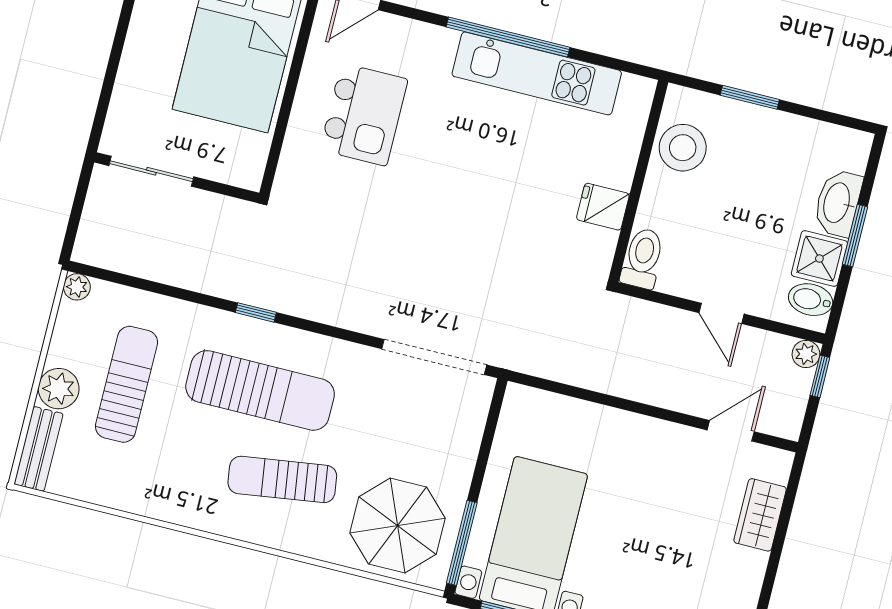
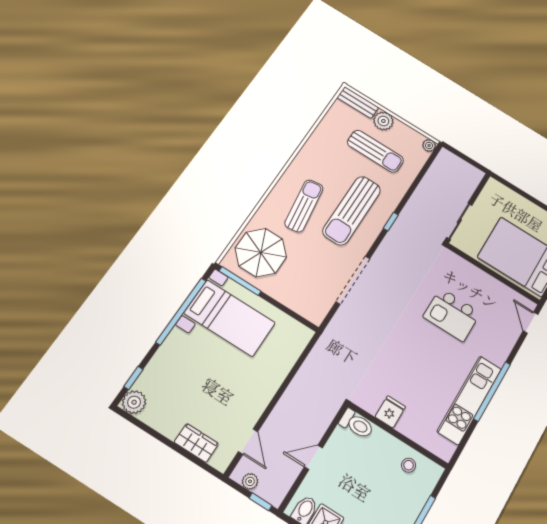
kitchen island: (364, 115) -> (452, 315), moved
stool: (683, 148) -> (409, 465), width x0.53, depth x0.53
sliding door: (151, 171) -> (459, 221), moved
plant: (806, 354) -> (250, 481), moved
doorway: (434, 357) -> (353, 280), moved

